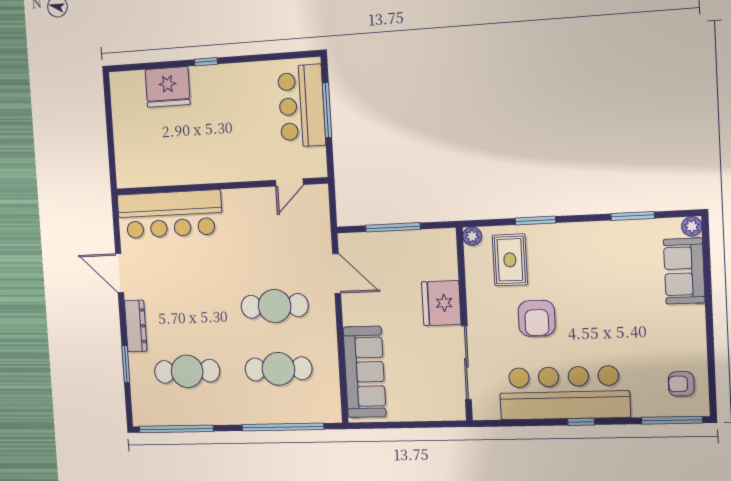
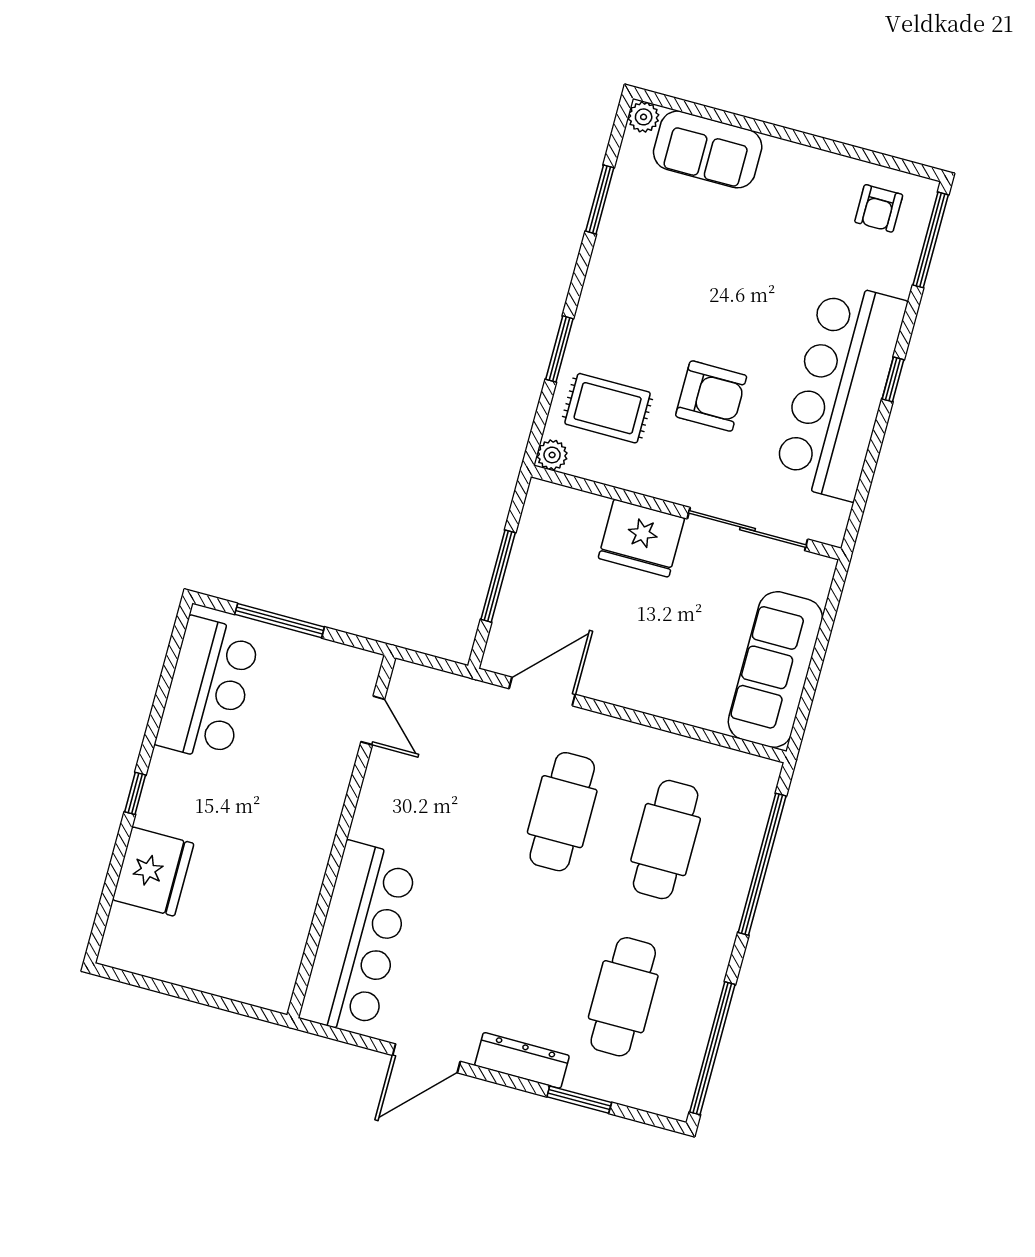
bar counter: (302, 106) -> (208, 689), moved, turned -90
sofa: (365, 372) -> (775, 670), moved, turned -90

